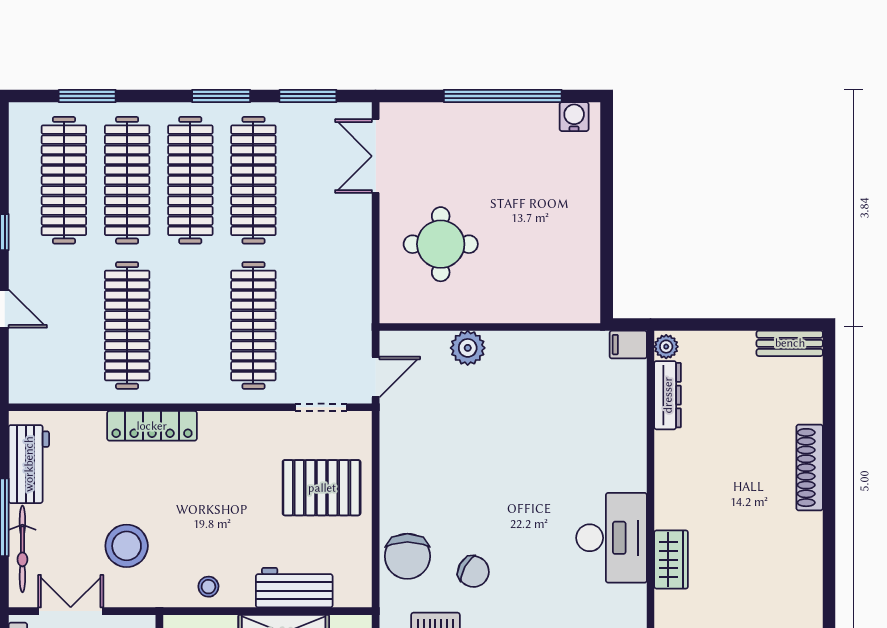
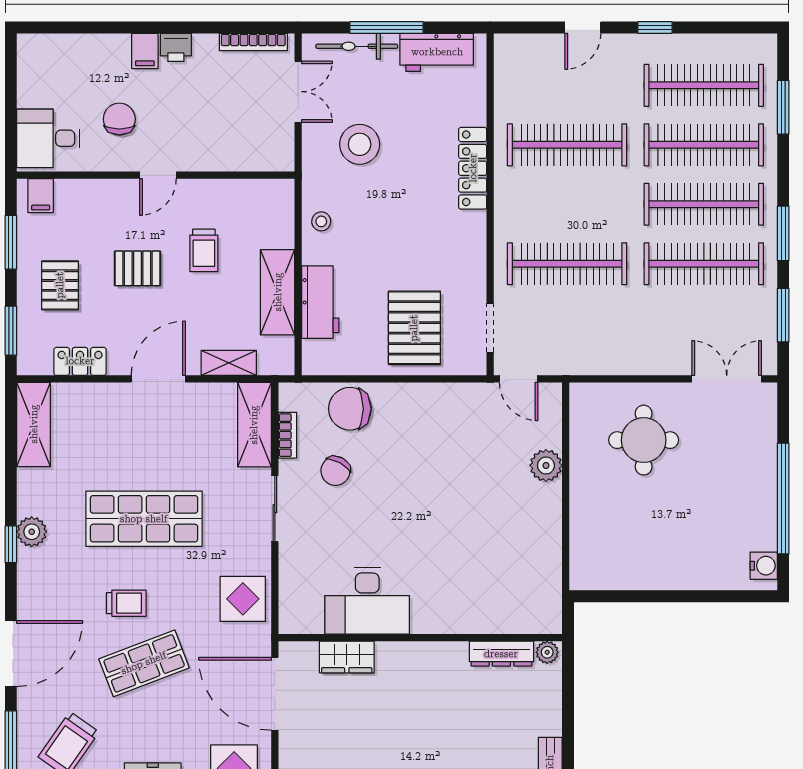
filing cabinet: (628, 345) -> (549, 617), removed

